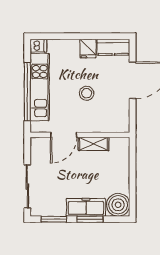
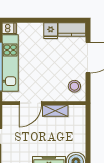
stool: (87, 93) -> (74, 86), moved

